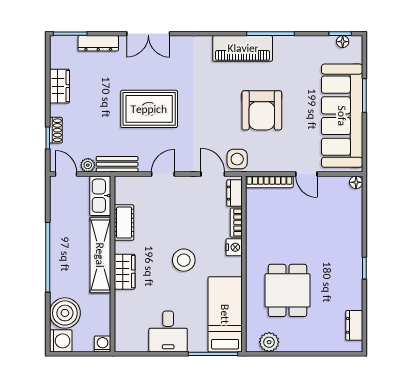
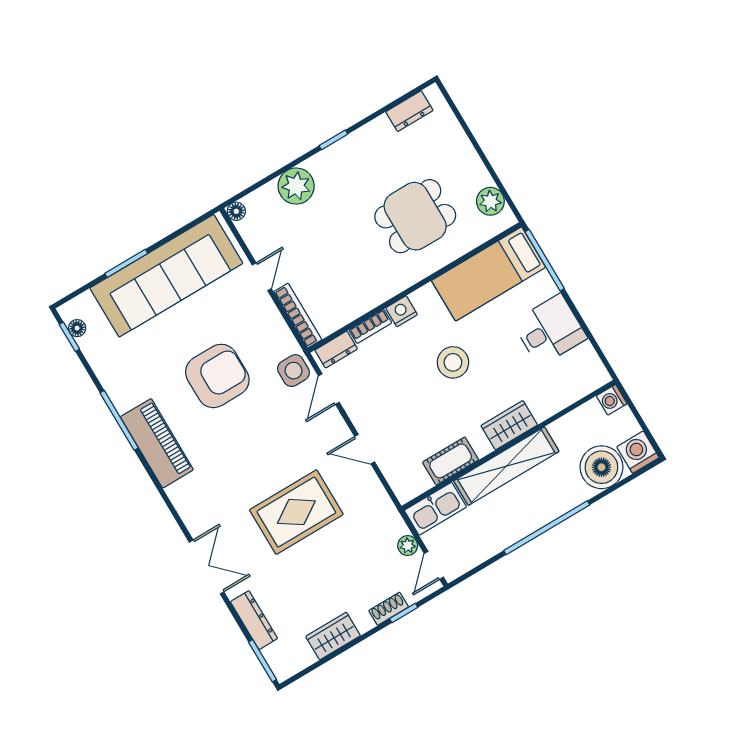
rug: (149, 109) -> (296, 512), turned 90
bench: (117, 164) -> (386, 511), removed
plant: (350, 228) -> (296, 186), added

